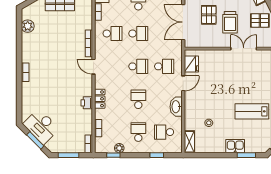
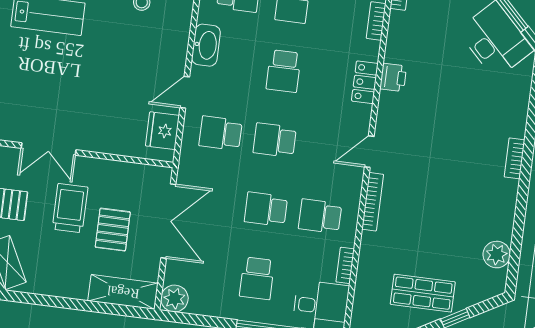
door: (93, 67) -> (369, 152), swing flipped

